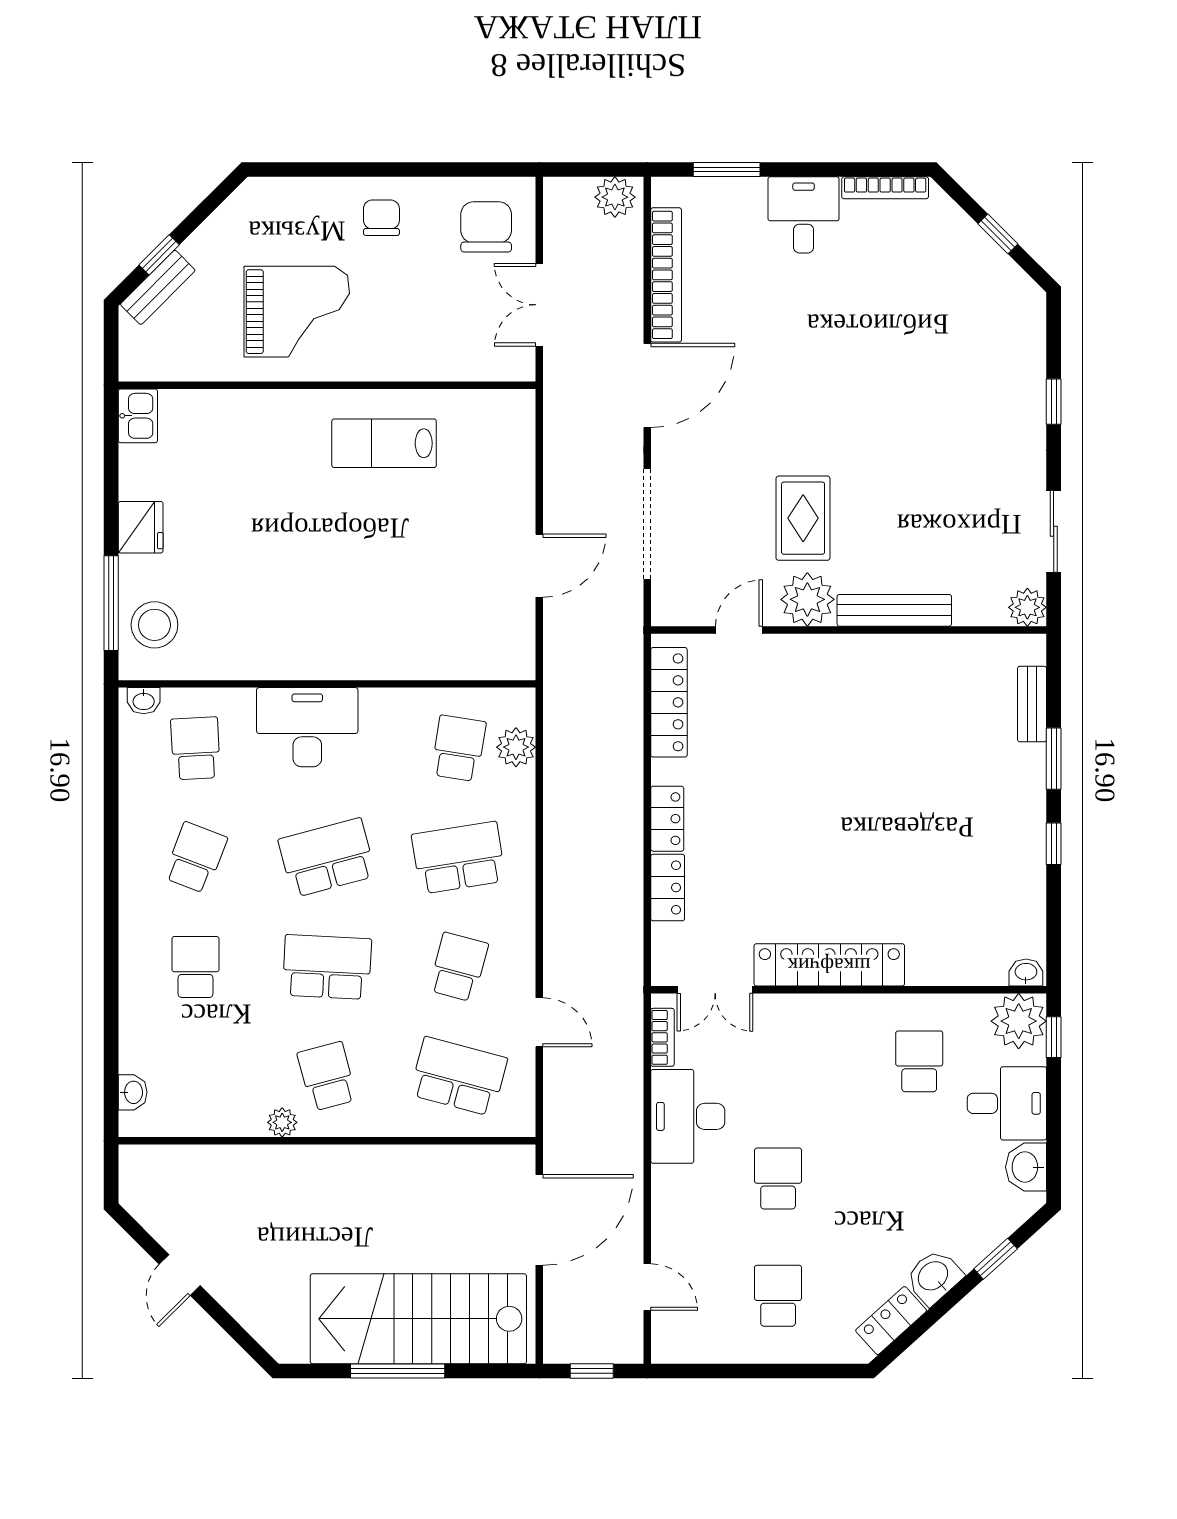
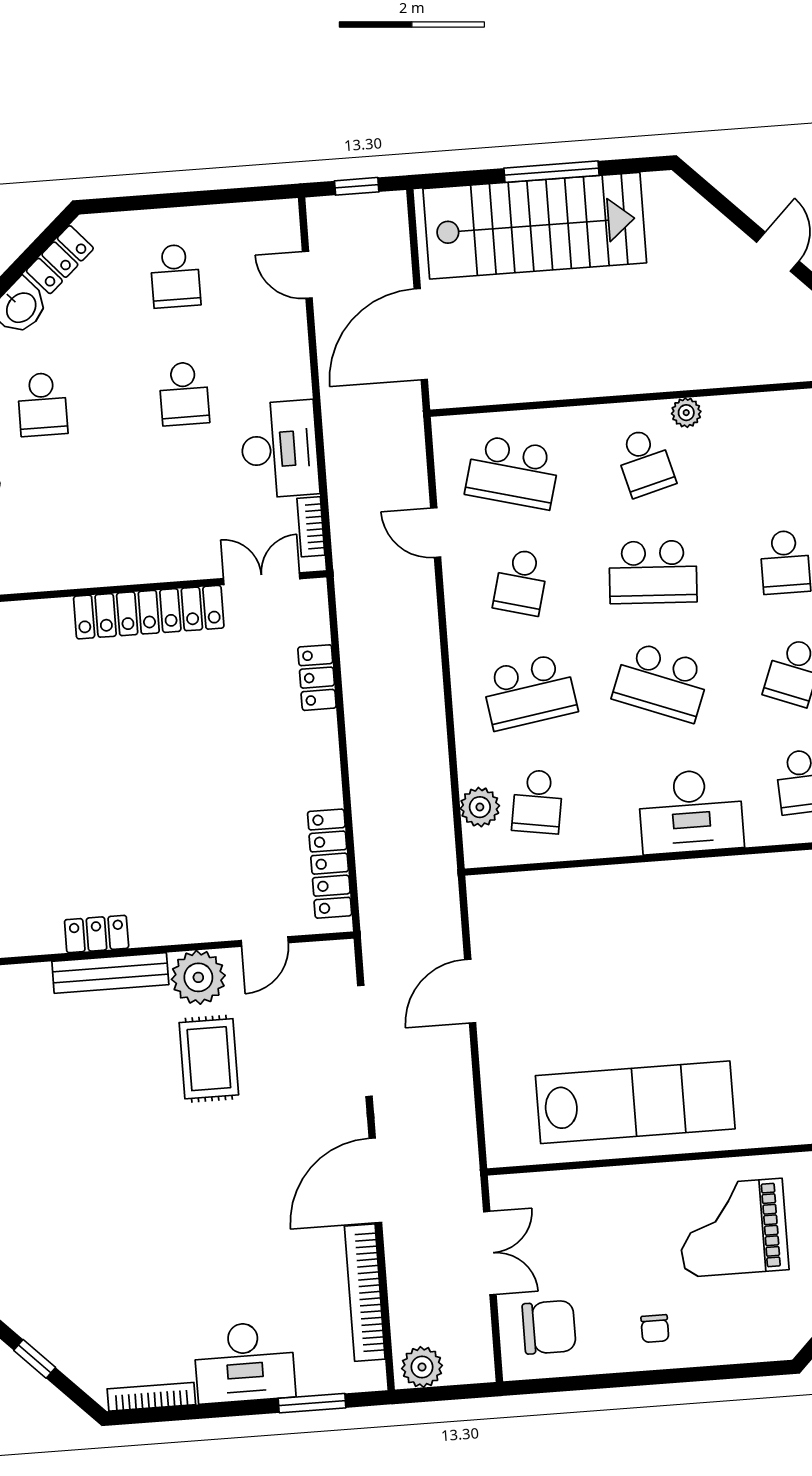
desk: (804, 215) -> (245, 1362), width x1.37
chair: (381, 218) -> (655, 1329), width x0.73, depth x0.73
chair: (486, 227) -> (549, 1327), turned -90
lab bench: (384, 443) -> (635, 1102), width x1.86, depth x1.39
locker: (667, 819) -> (97, 934), moved, turned 90
school desk: (327, 858) -> (661, 682), turned 36
school desk: (919, 1061) -> (42, 404), moved

